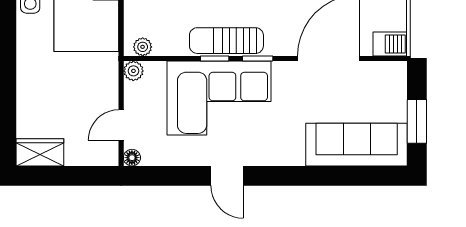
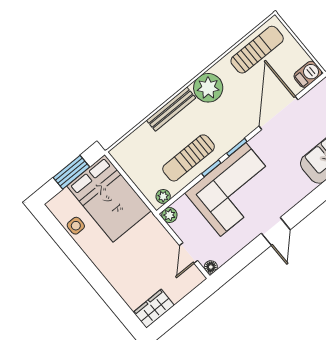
sun lounger: (226, 41) -> (189, 158), moved
door: (227, 176) -> (276, 231), hinge flipped

